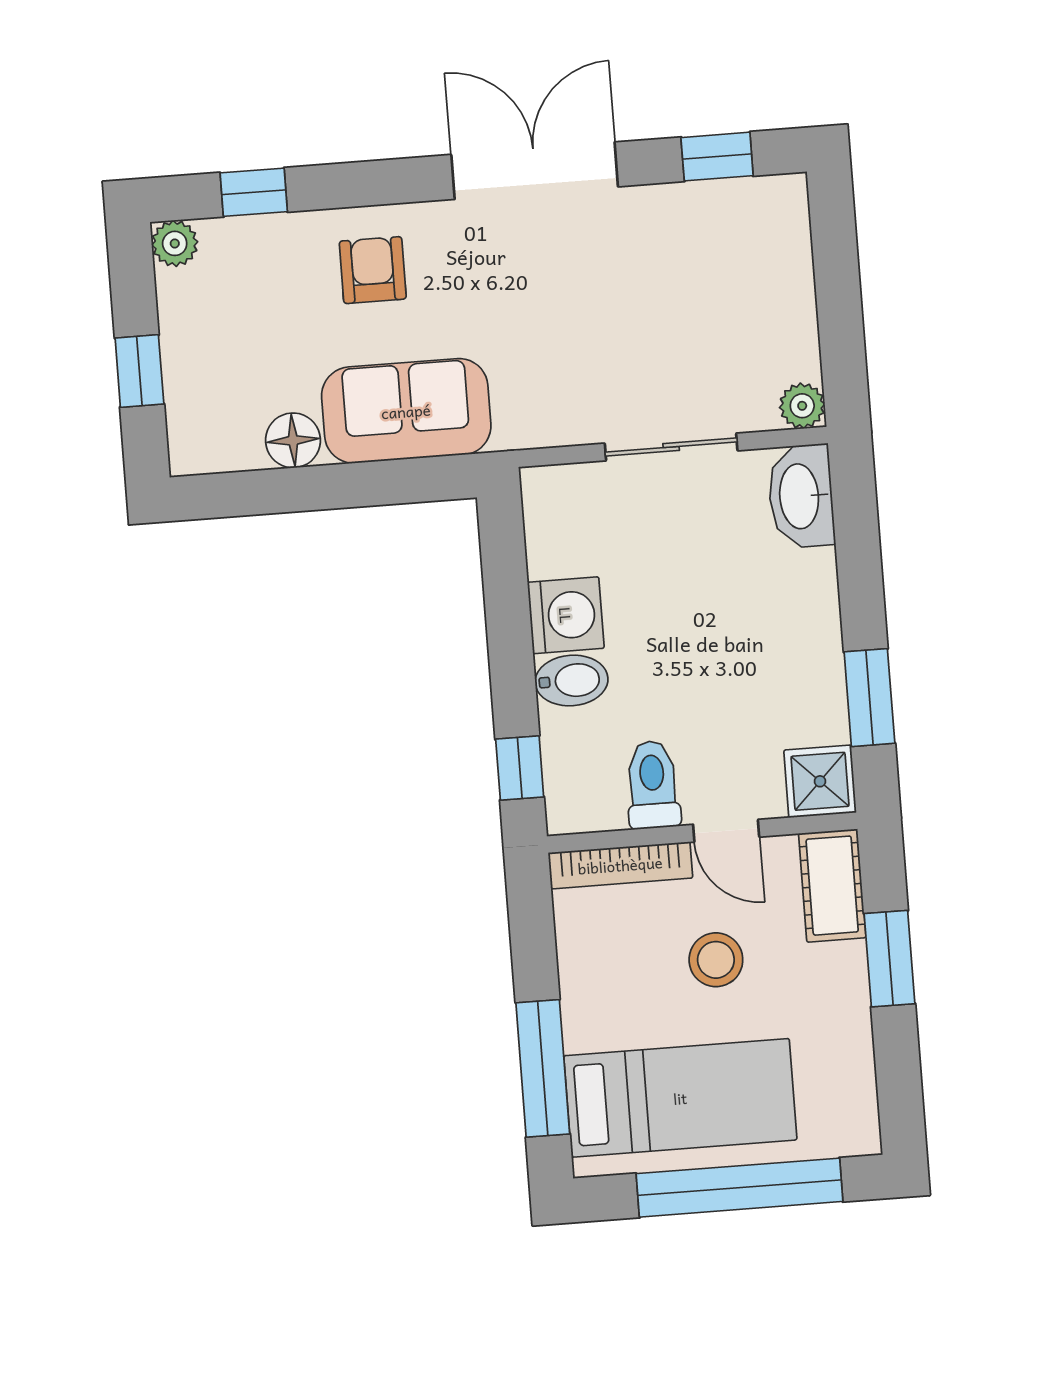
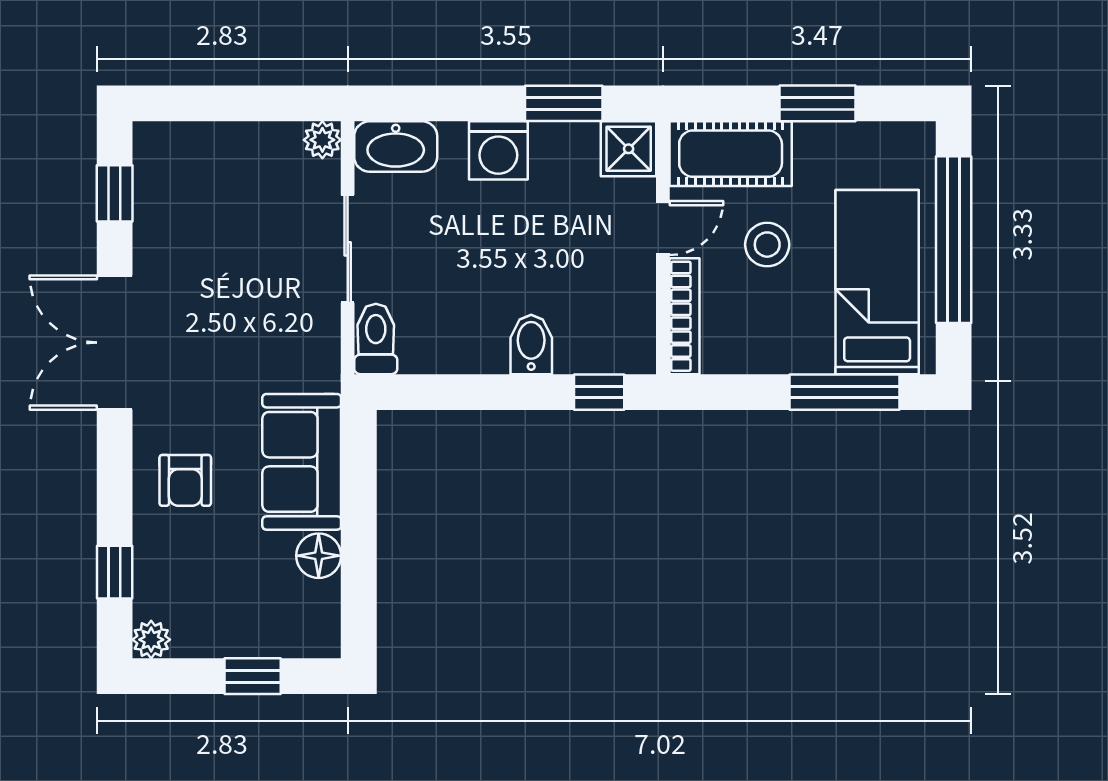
armchair: (373, 270) -> (185, 480), turned -90
washing machine: (566, 615) -> (498, 150), moved, turned 180
toilet: (653, 785) -> (376, 339), moved, turned 90
cot: (832, 886) -> (731, 154), width x1.37, depth x1.34
window: (889, 959) -> (817, 103), moved

